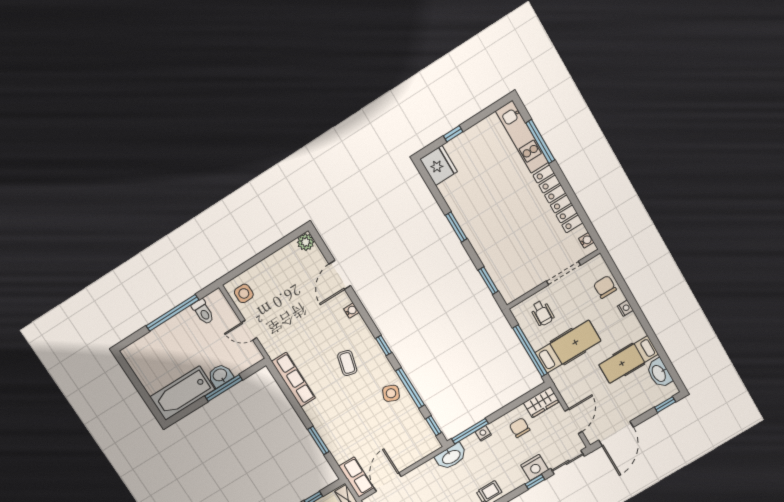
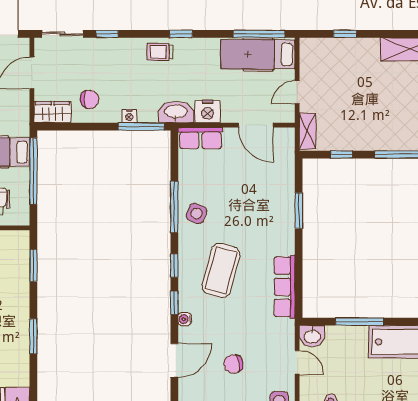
chair: (295, 300) -> (233, 364), added
coffee table: (347, 363) -> (221, 270), width x1.86, depth x1.72
washbasin: (220, 375) -> (312, 336), moved
window: (433, 426) -> (174, 303), moved
chair: (520, 428) -> (90, 99), turned -90
nightstand: (535, 467) -> (208, 112), moved, turned 180
row of seats: (356, 477) -> (200, 138), moved, turned -90
door: (388, 482) -> (256, 125), hinge flipped

